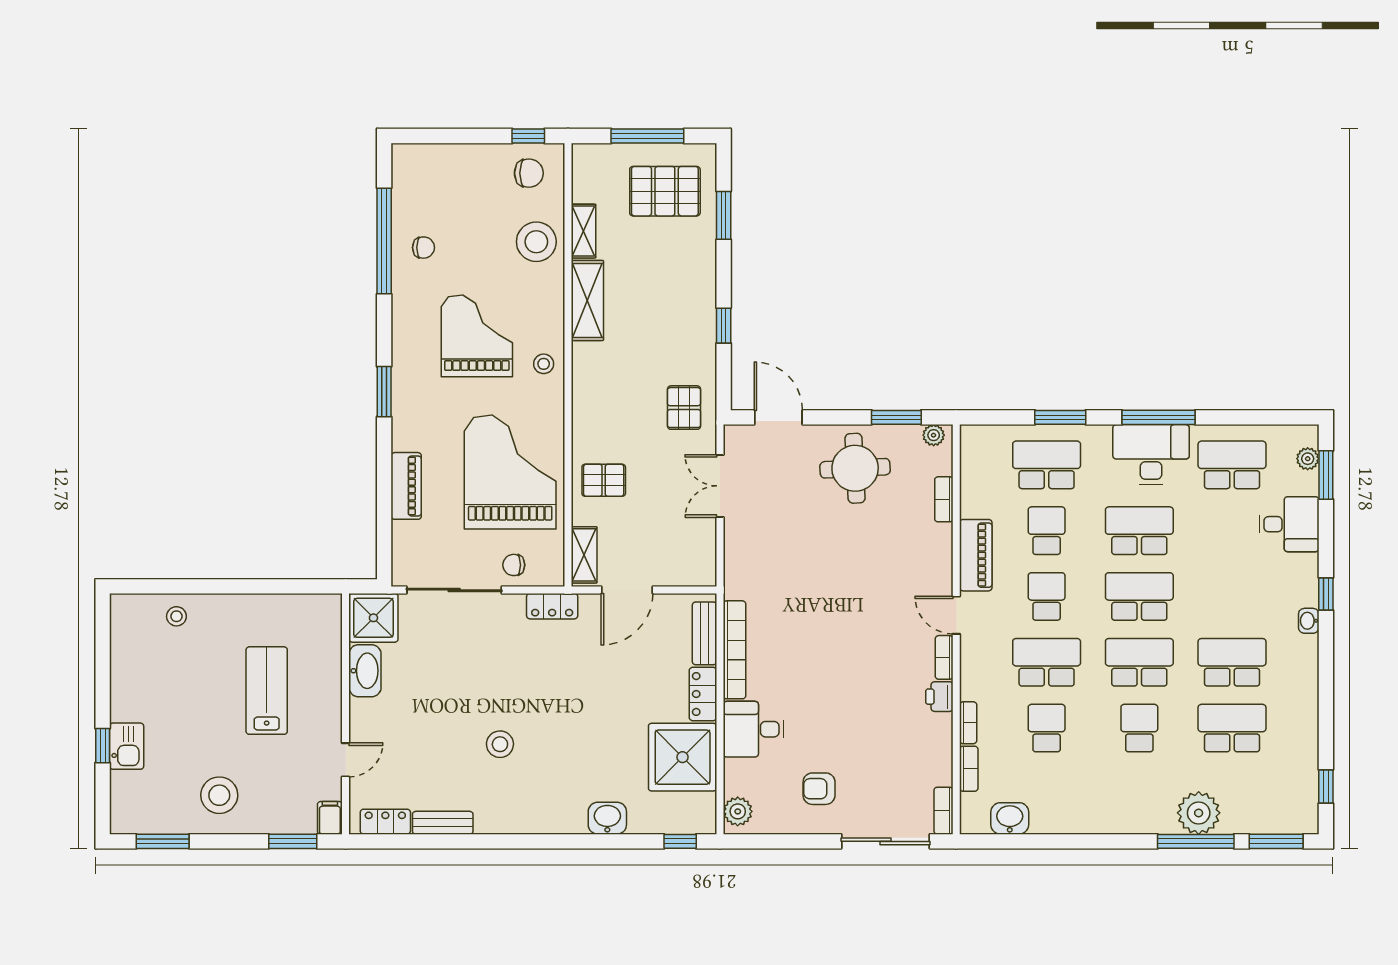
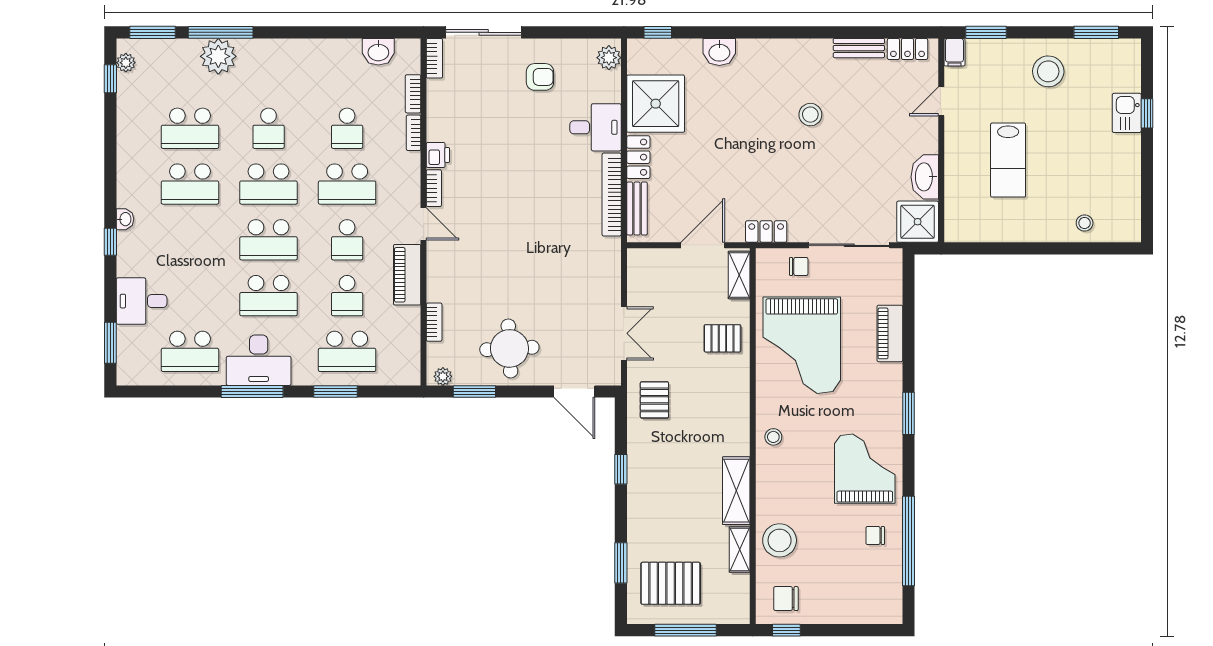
grand piano: (477, 336) -> (865, 469), moved, turned 180
plant: (1308, 459) -> (126, 63), moved

